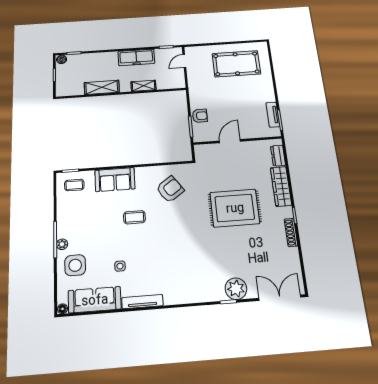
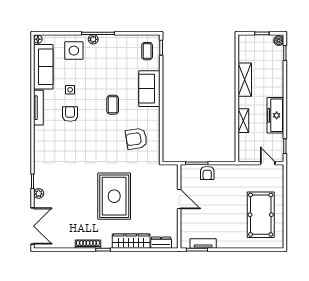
armchair: (170, 189) -> (136, 139), turned 116
armchair: (148, 264) -> (70, 114), added
plant: (236, 289) -> (39, 193), width x0.53, depth x0.53

